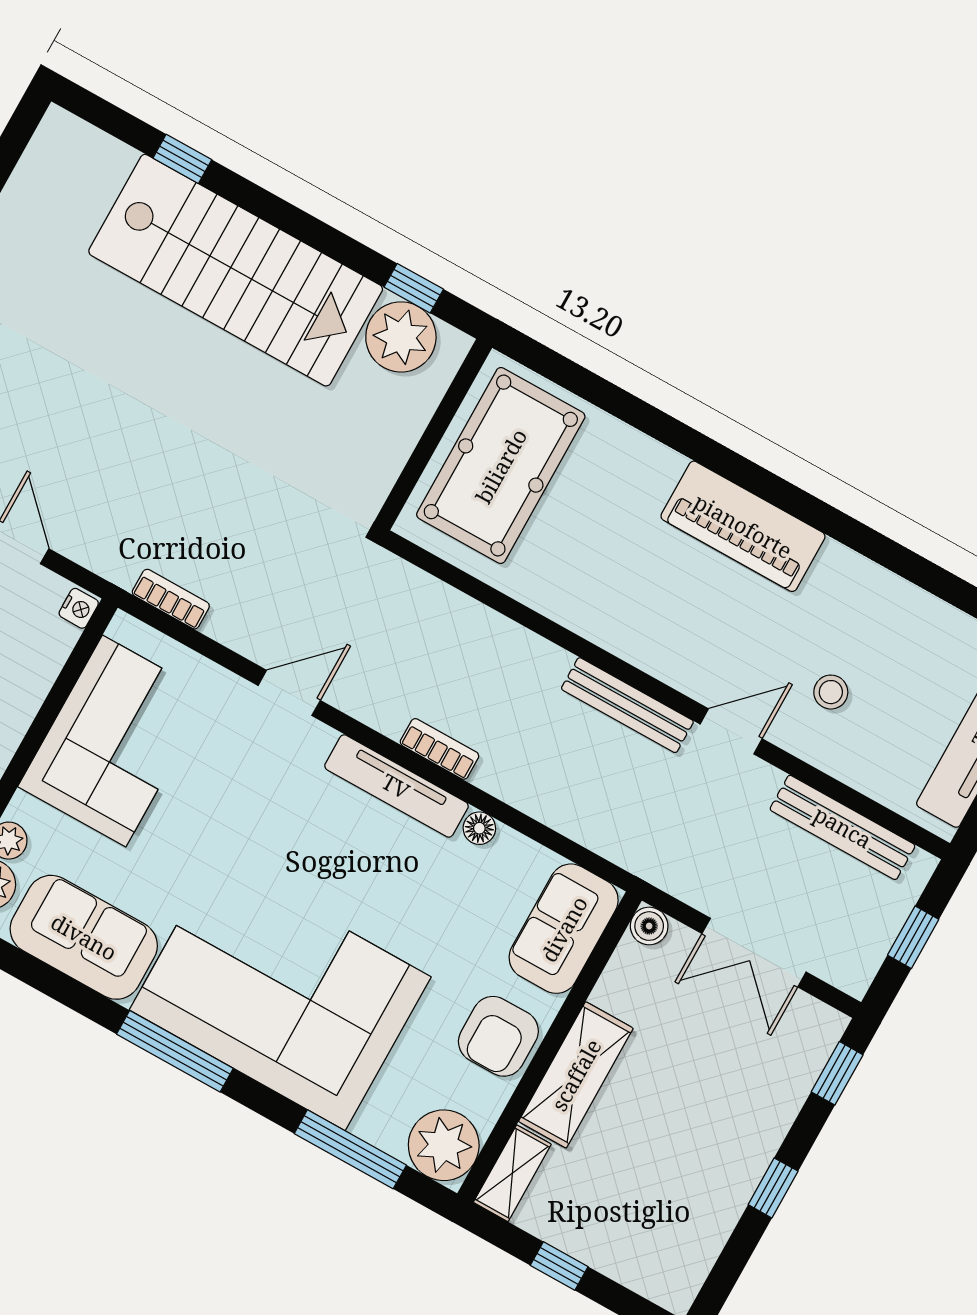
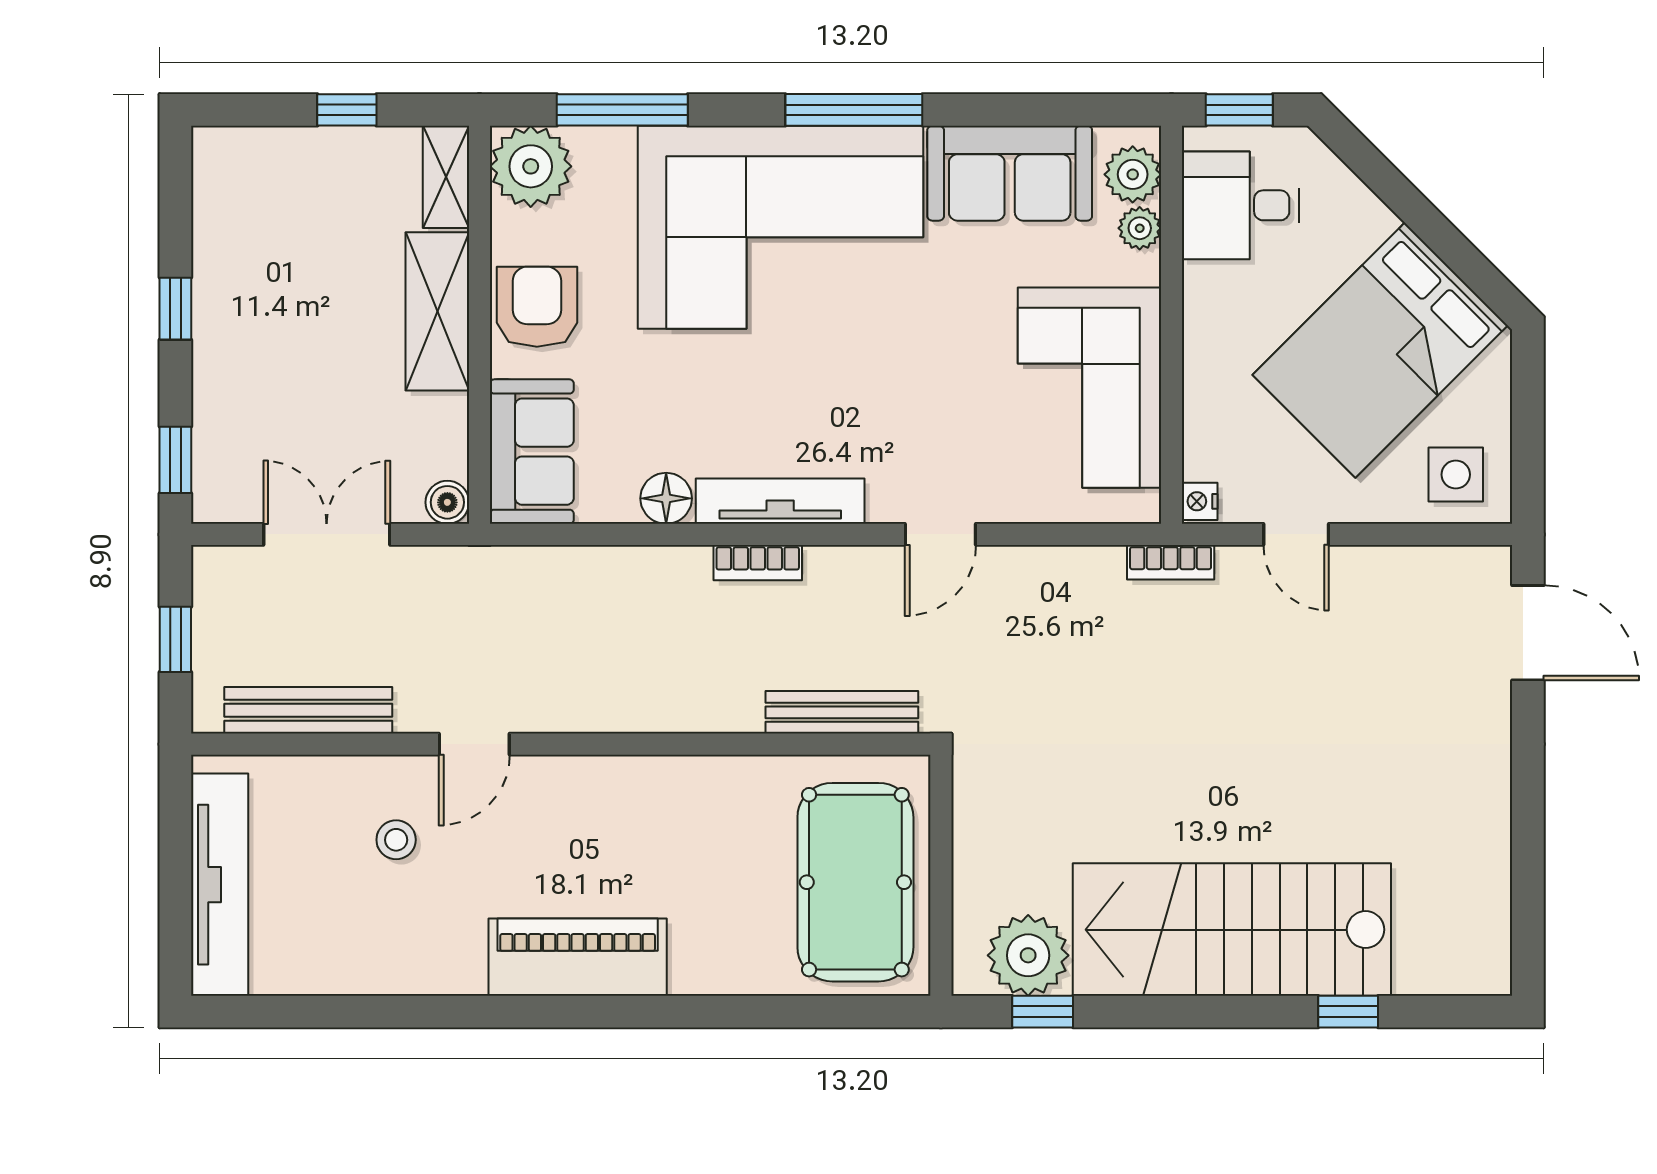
bookcase: (171, 599) -> (1171, 562), moved
bench: (627, 705) -> (842, 712), moved
floor lamp: (479, 828) -> (666, 498), width x1.37, depth x1.37

